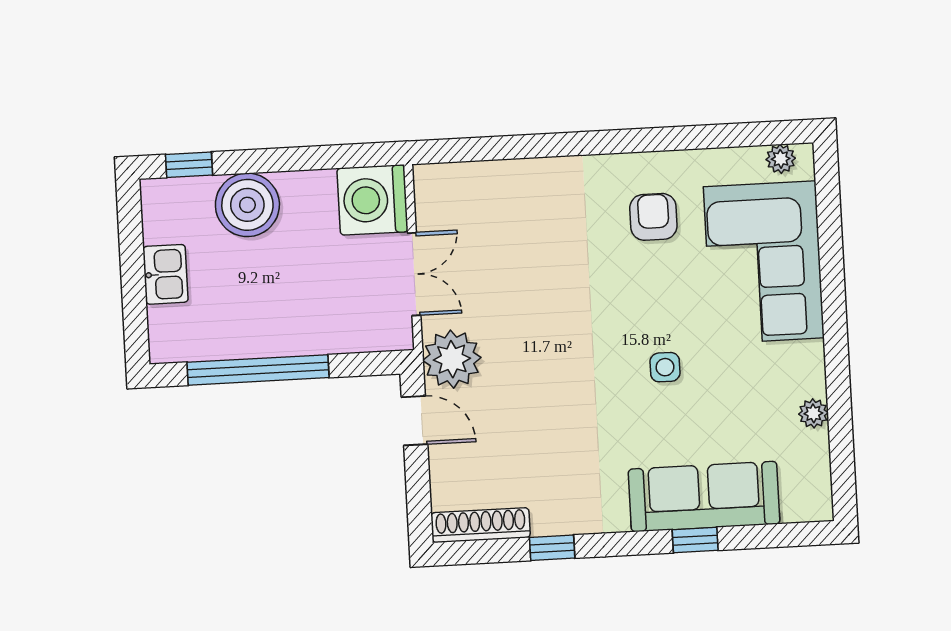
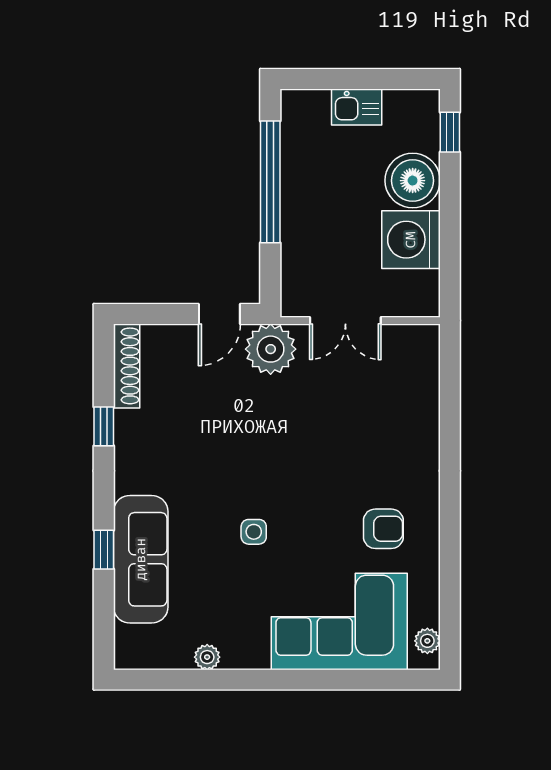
washing machine: (373, 200) -> (411, 240), moved, turned -90

